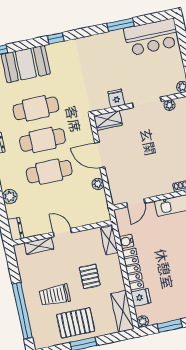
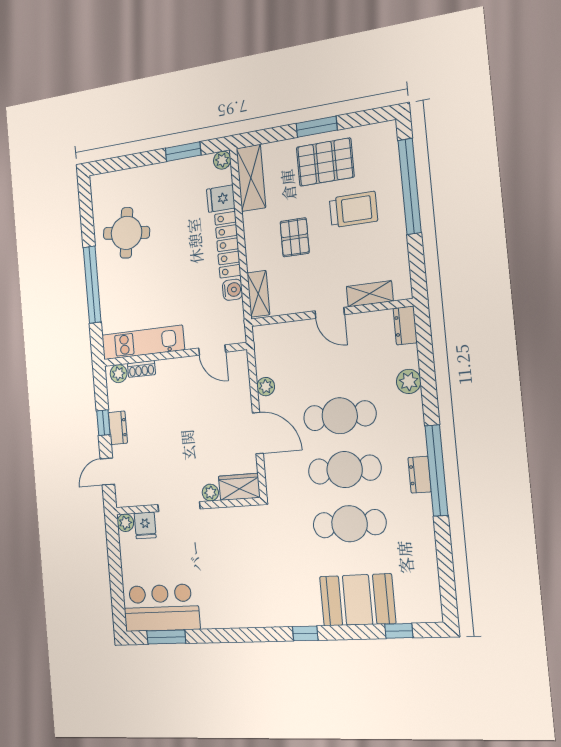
window: (121, 25) -> (166, 637), moved
fridge: (116, 98) -> (145, 525), moved
plant: (170, 105) -> (210, 493), moved
door: (136, 203) -> (212, 350), swing flipped

